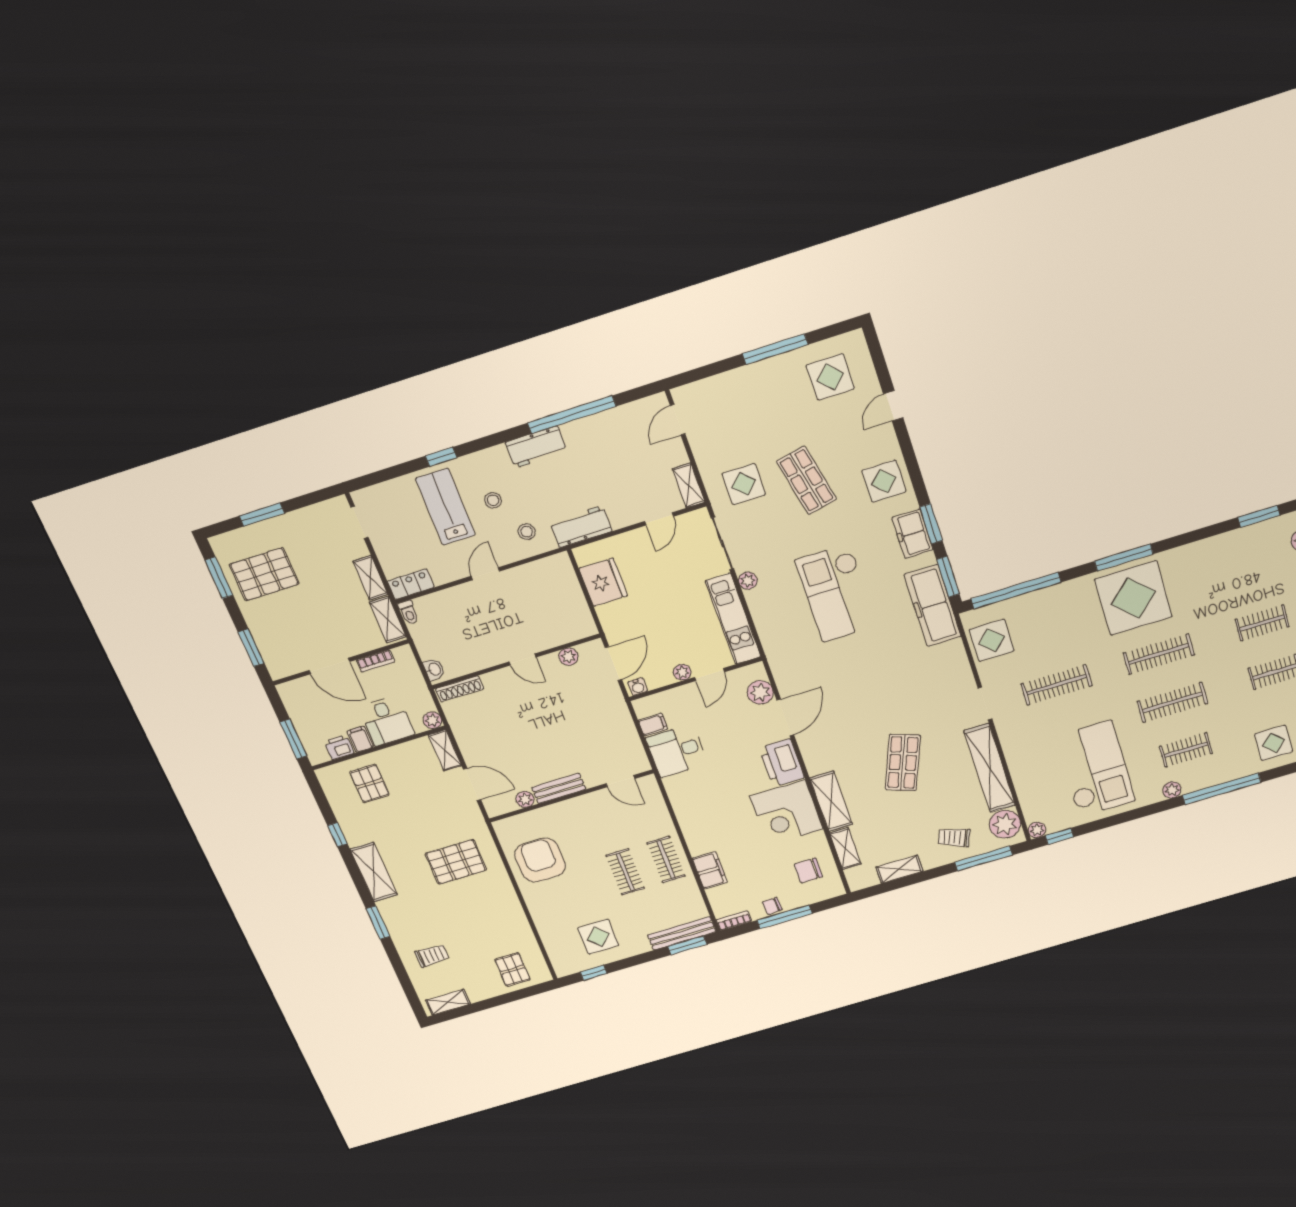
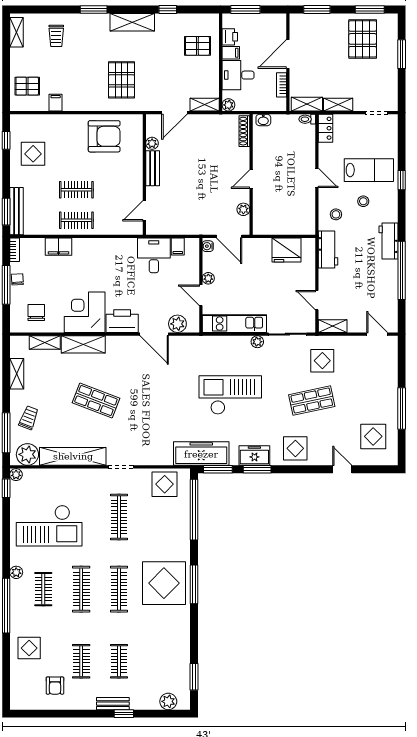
filing cabinet: (520, 931) -> (56, 103), added

